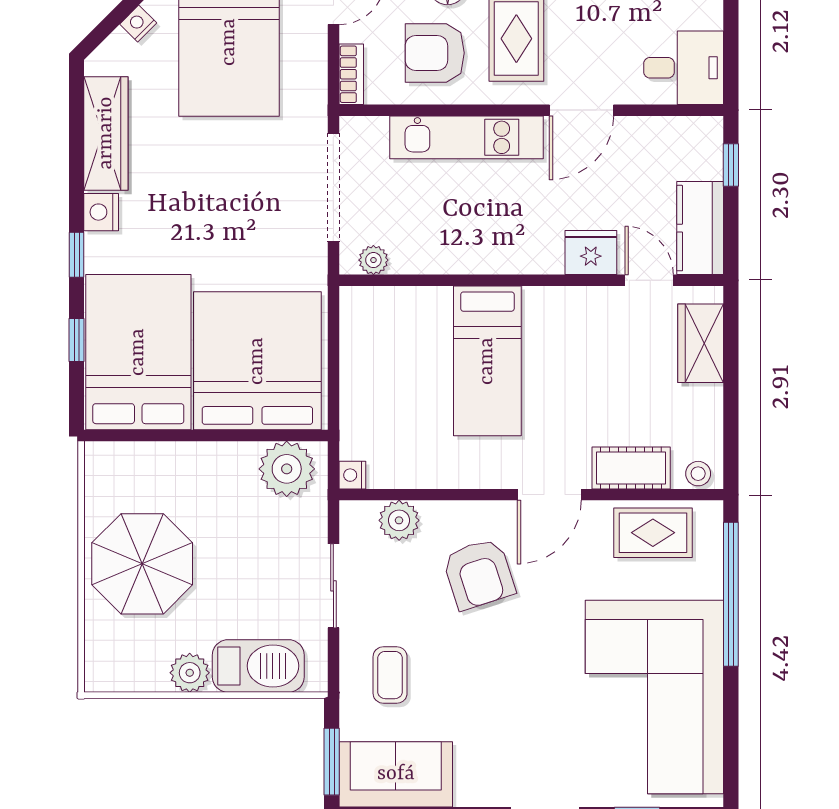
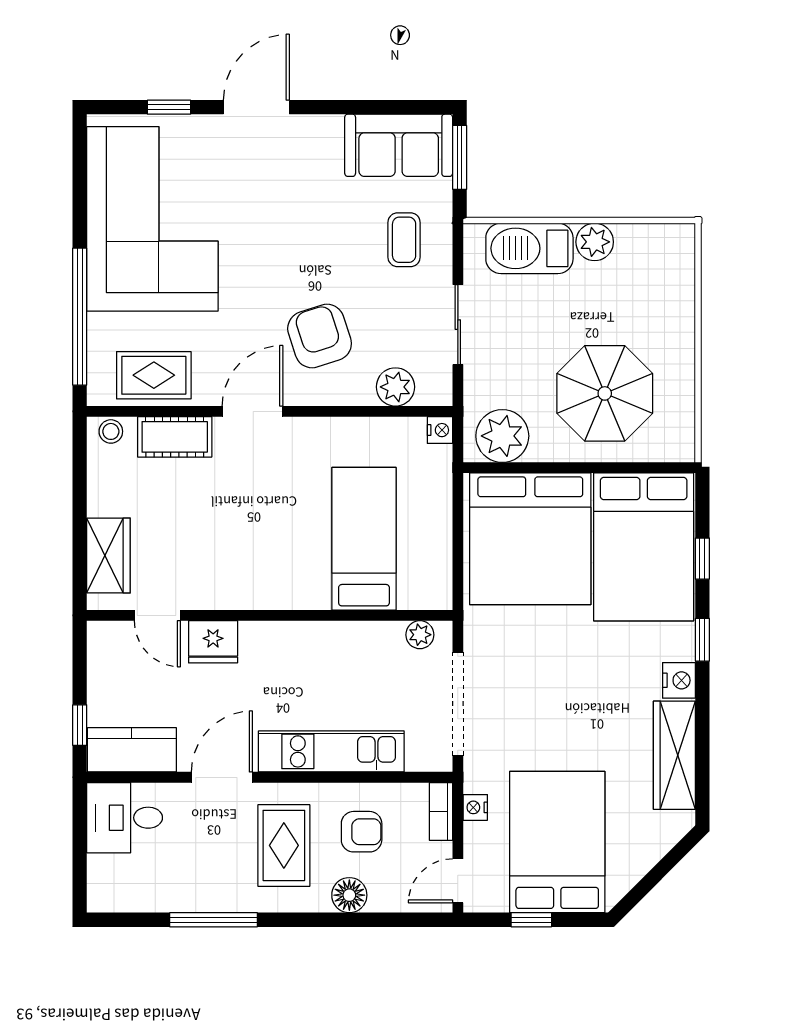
nightstand: (138, 24) -> (475, 807), moved, turned 135
armchair: (435, 53) -> (362, 832), width x0.72, depth x0.72
kitchen counter: (700, 228) -> (132, 750), moved, turned -90
bed: (487, 361) -> (364, 539), moved
parasol: (142, 564) -> (605, 393), moved

